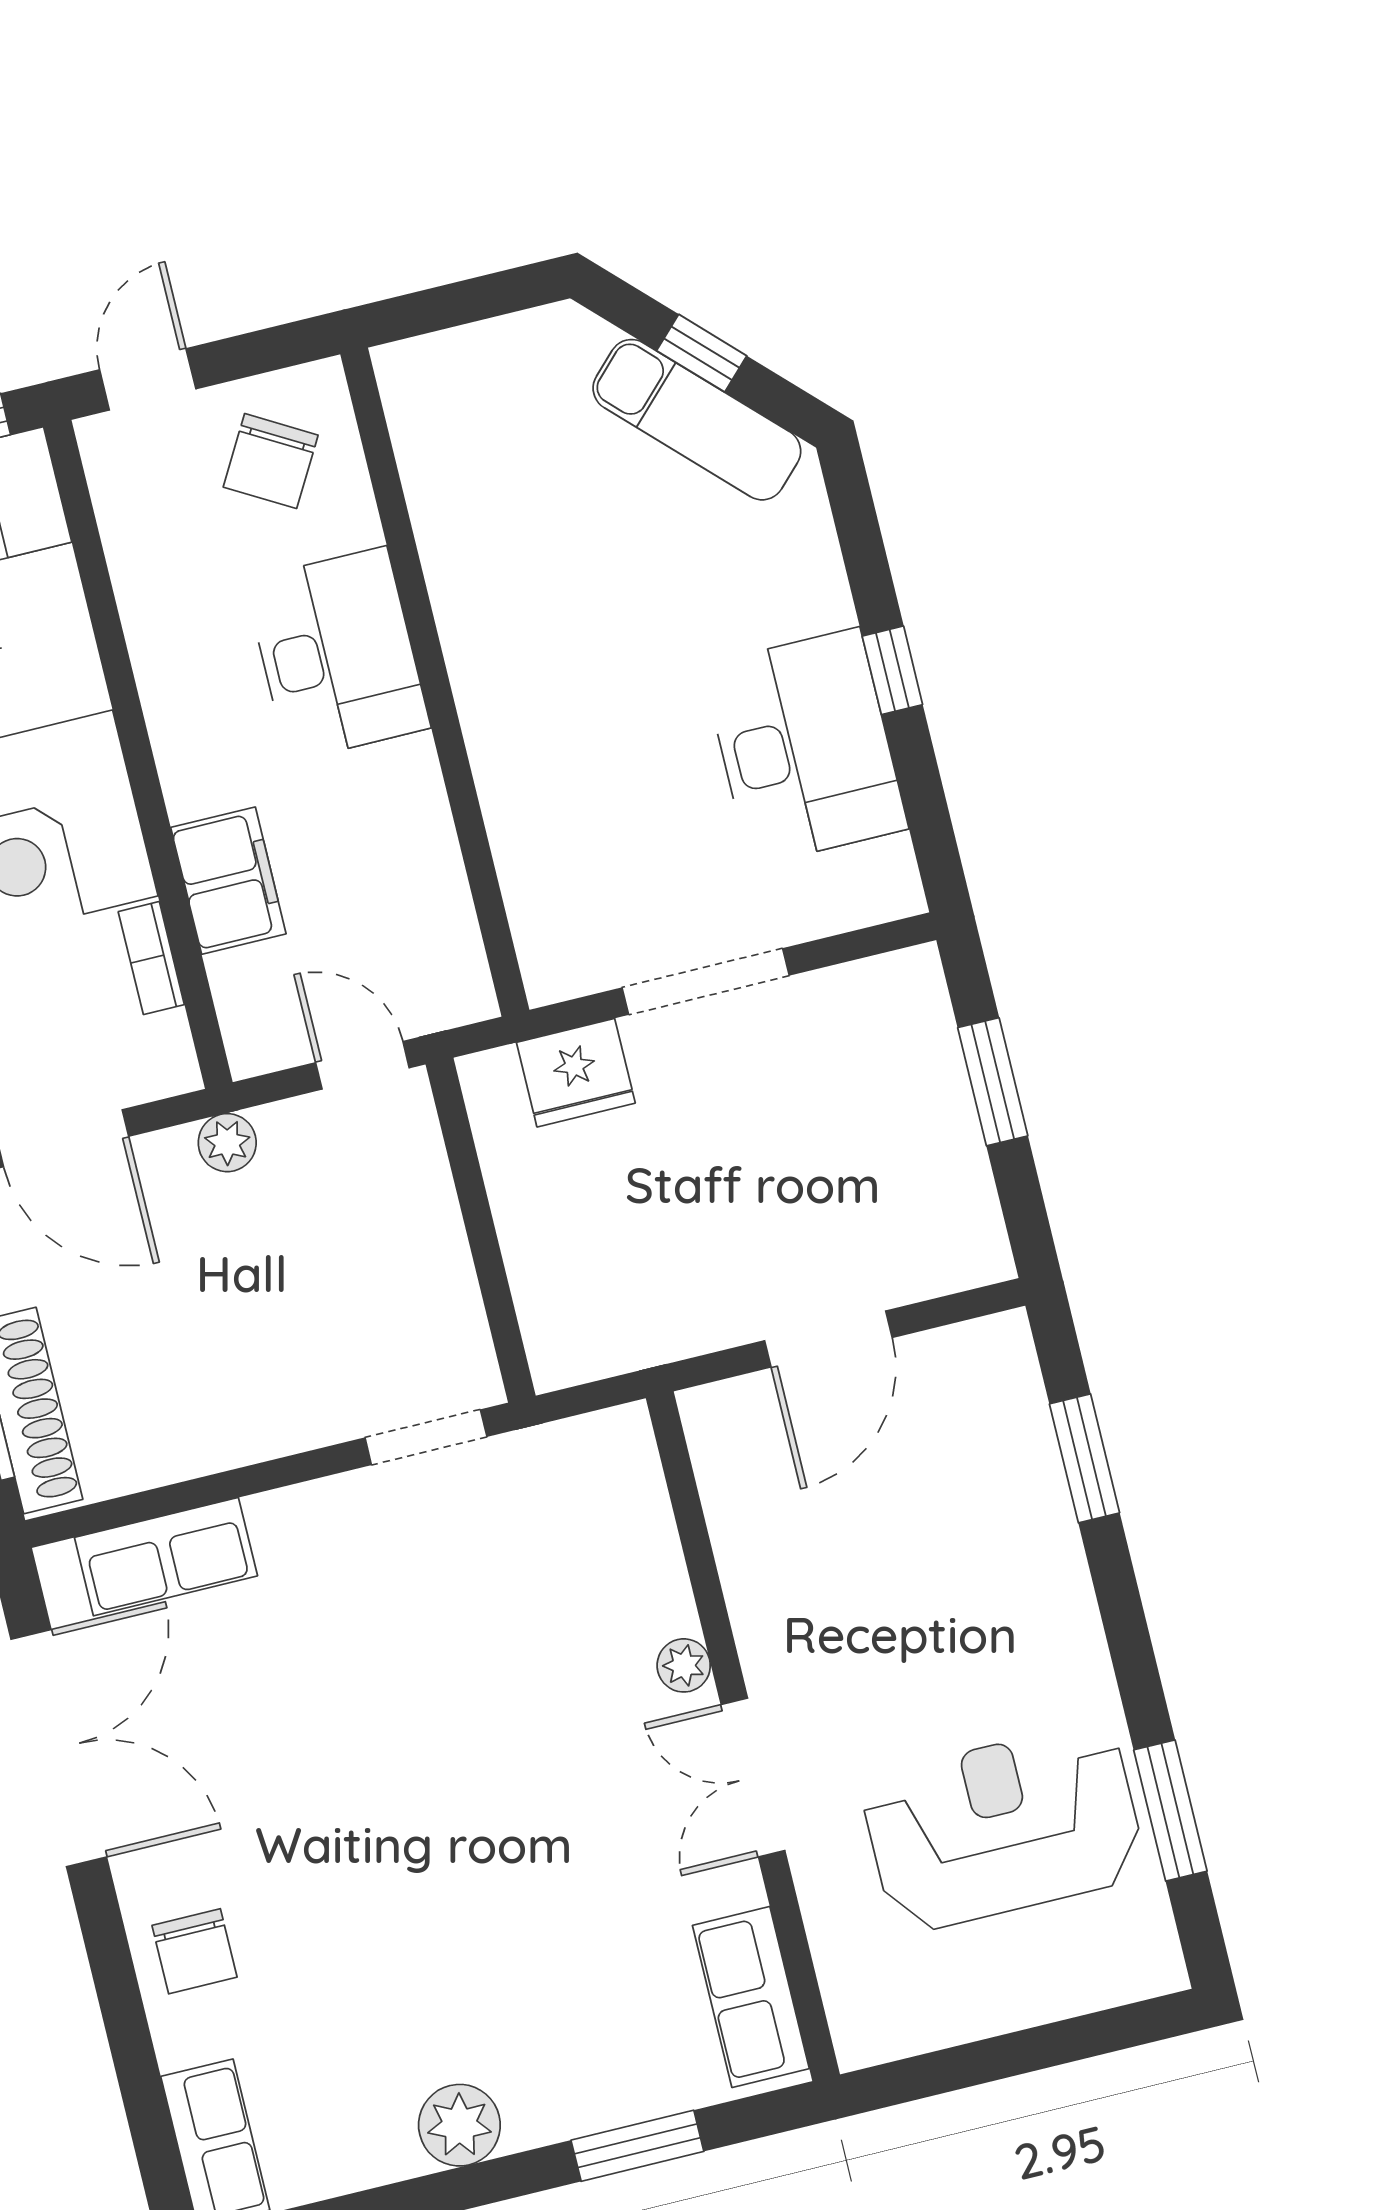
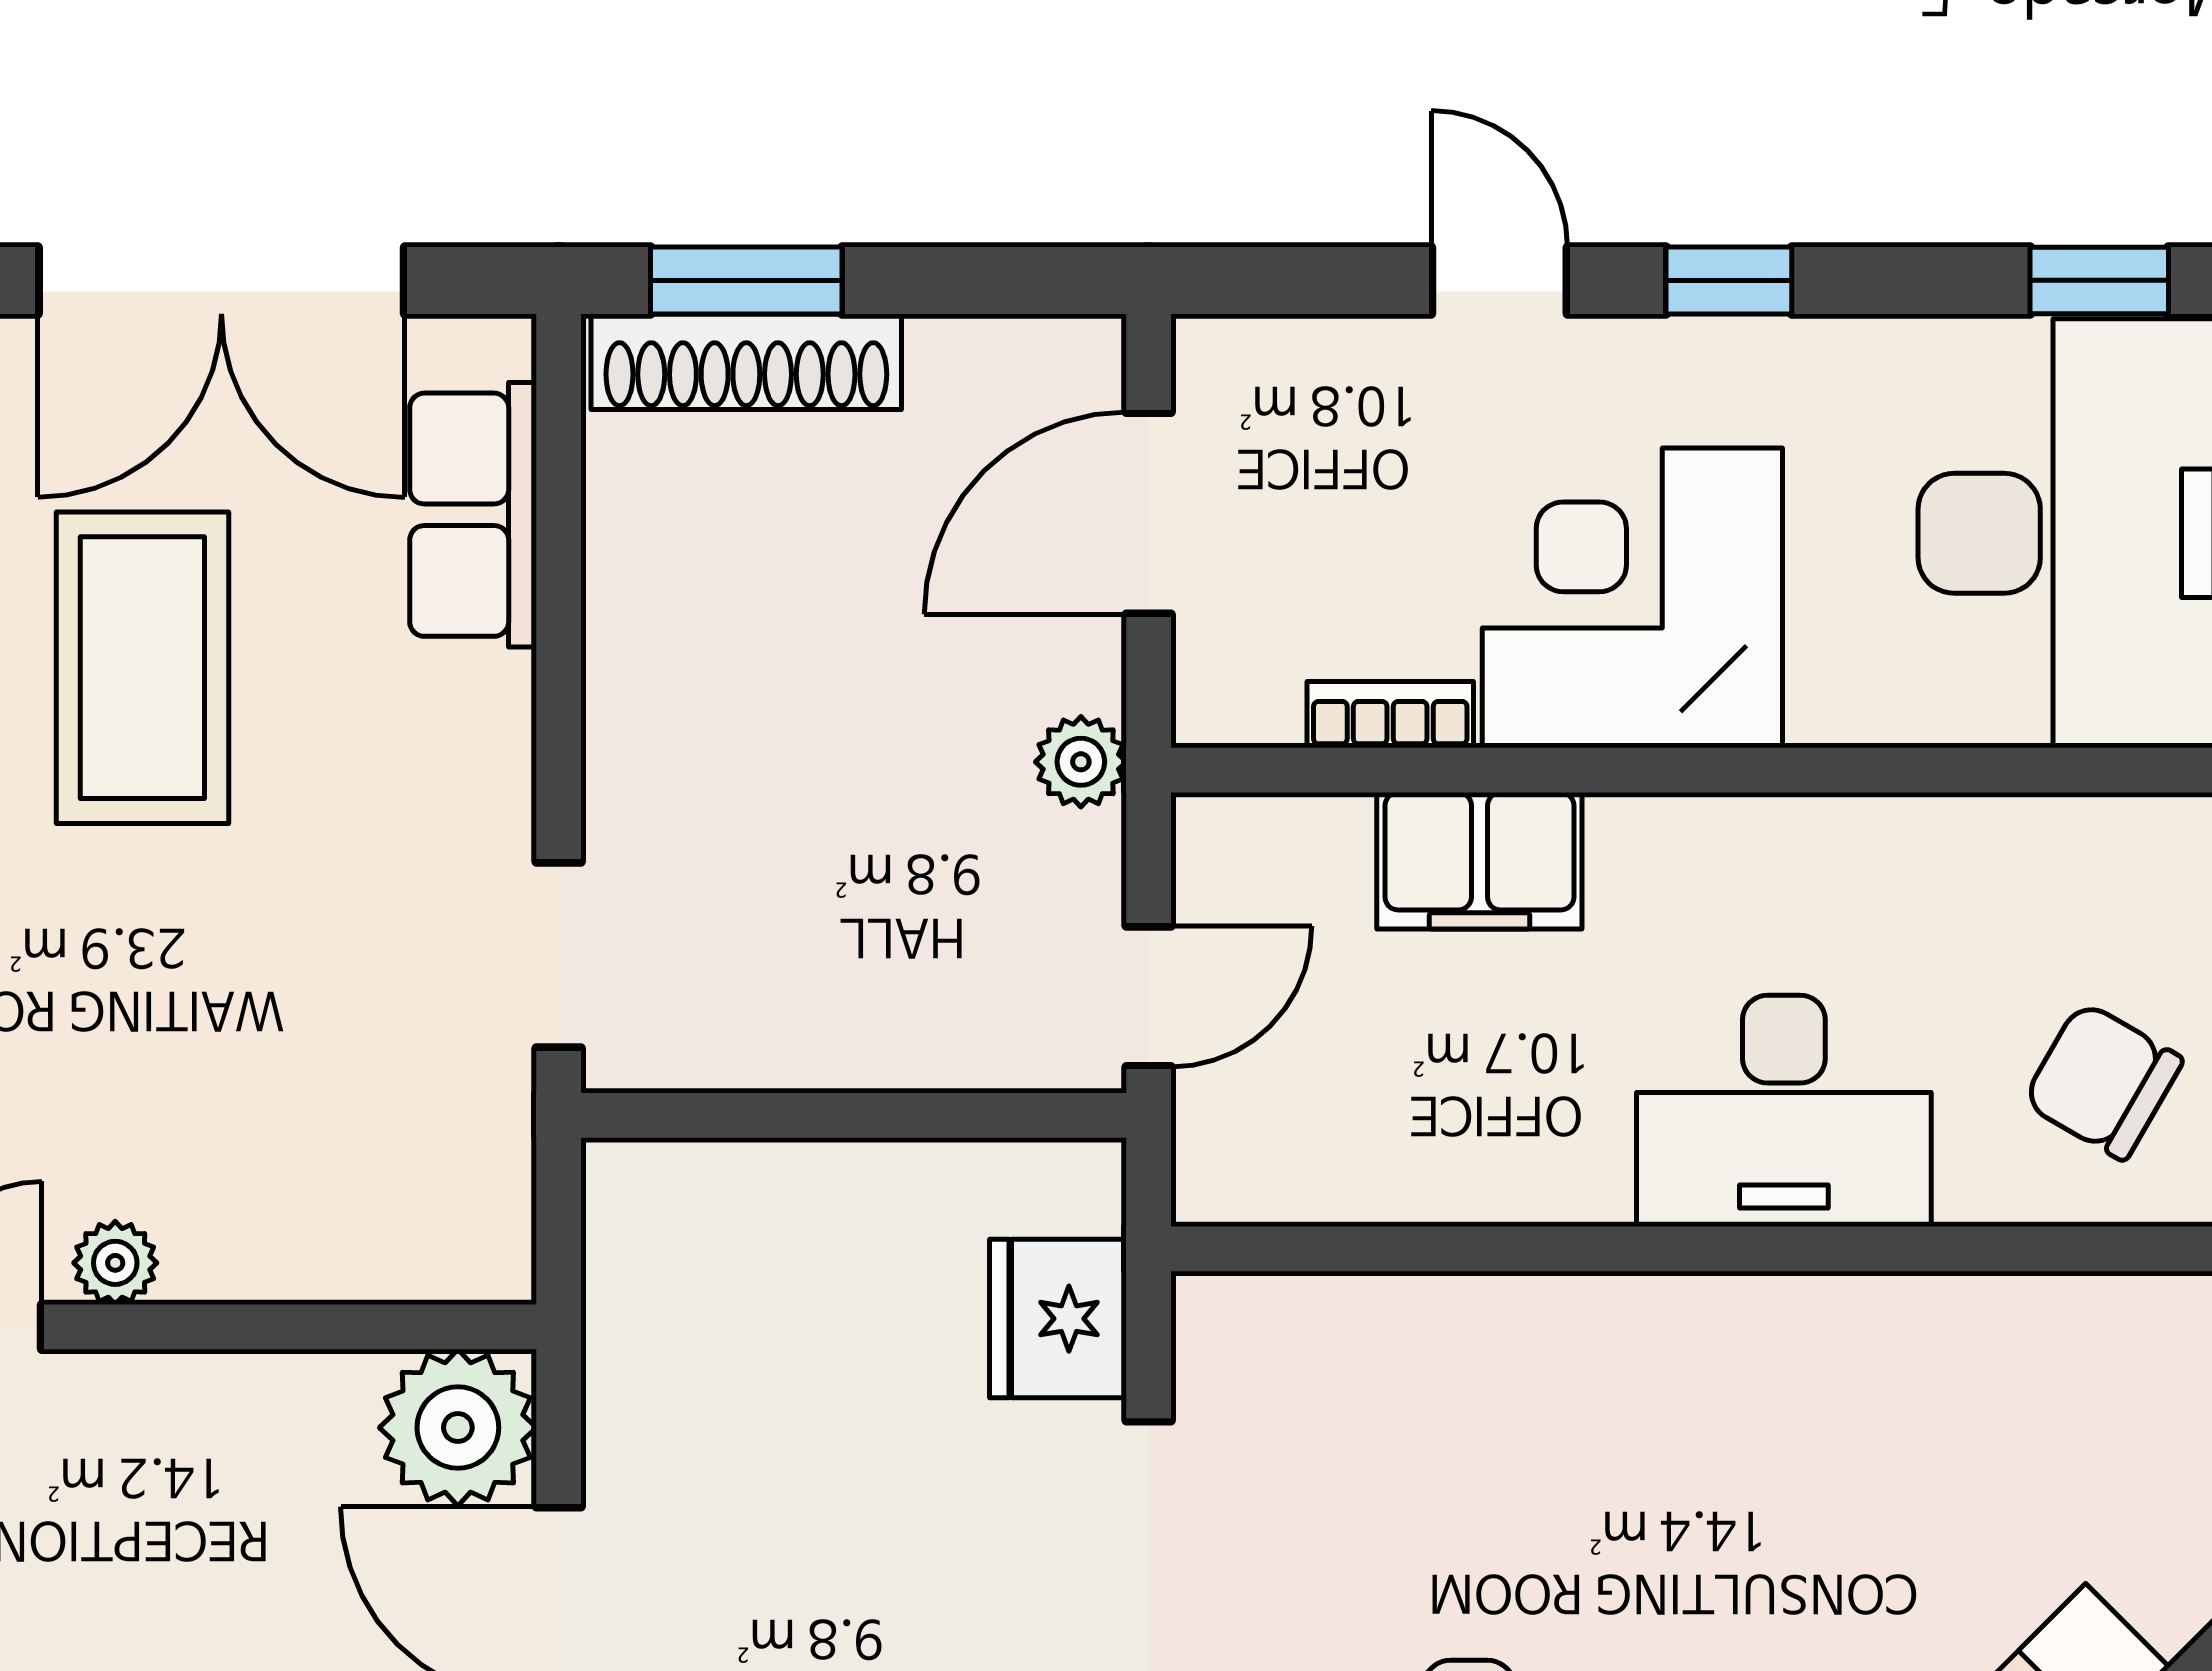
plant: (734, 1428) -> (458, 1428), added
coffee table: (311, 1739) -> (142, 668), added

